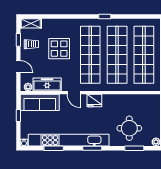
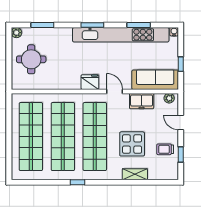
shelving: (31, 23) -> (135, 174), moved
freezer: (47, 85) -> (142, 101), width x0.71
round table: (129, 128) -> (31, 59), moved

